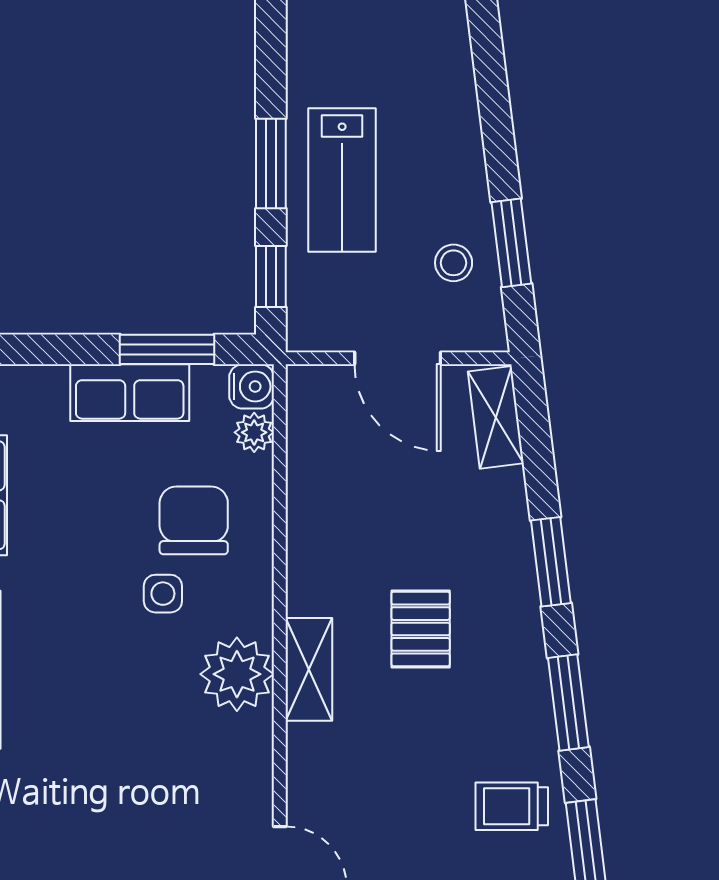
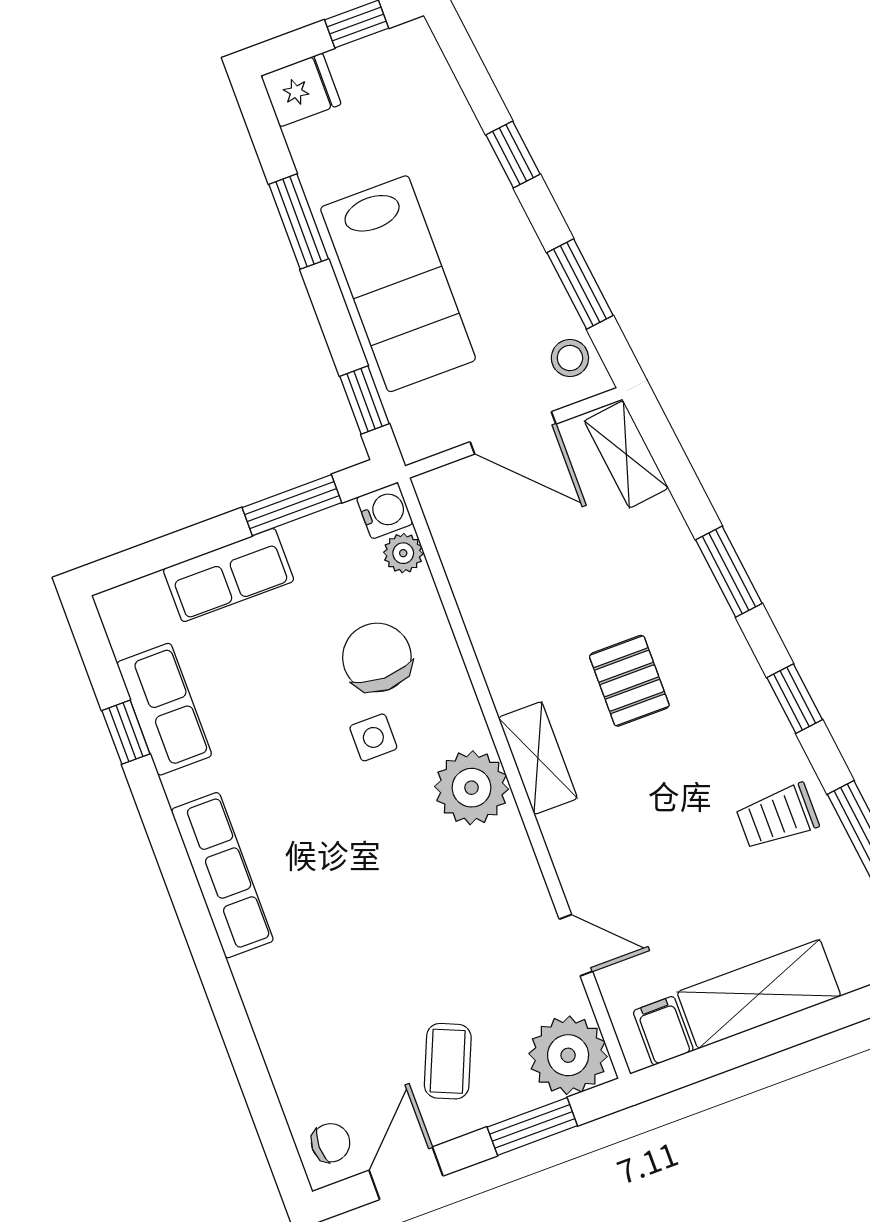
window: (494, 99) -> (513, 155), added
window: (271, 163) -> (299, 222), moved
lab bench: (342, 180) -> (398, 284), width x1.36, depth x1.39
stool: (454, 263) -> (570, 358), moved
row of seats: (130, 393) -> (229, 575), moved
window: (568, 702) -> (795, 699), width x0.67

